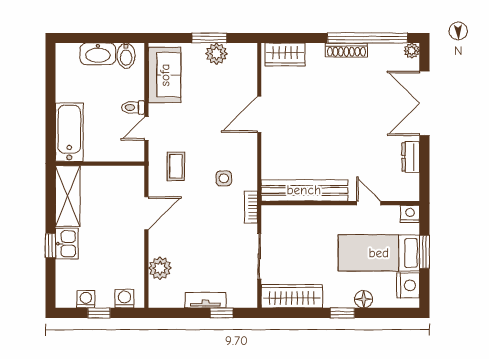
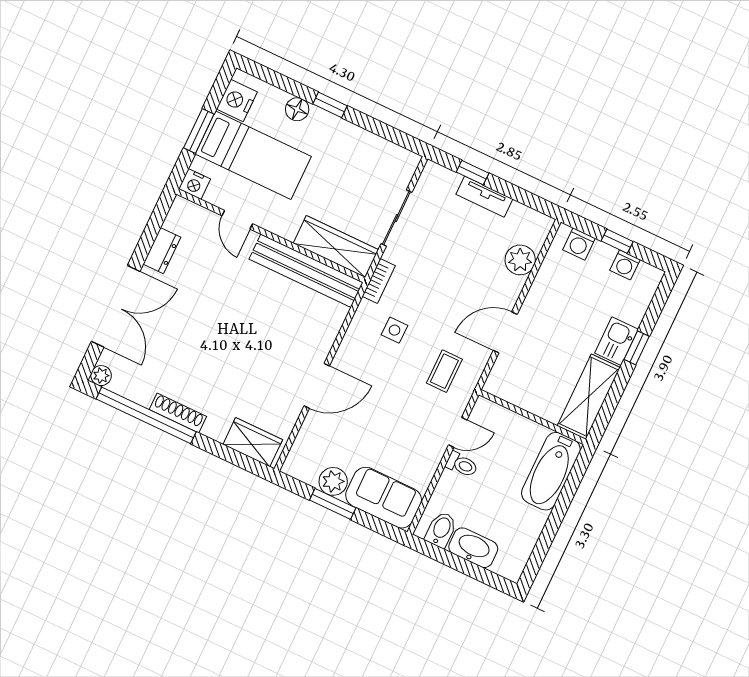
sofa: (165, 75) -> (384, 498), moved, turned 90
wardrobe: (292, 296) -> (336, 246), moved, turned 180

